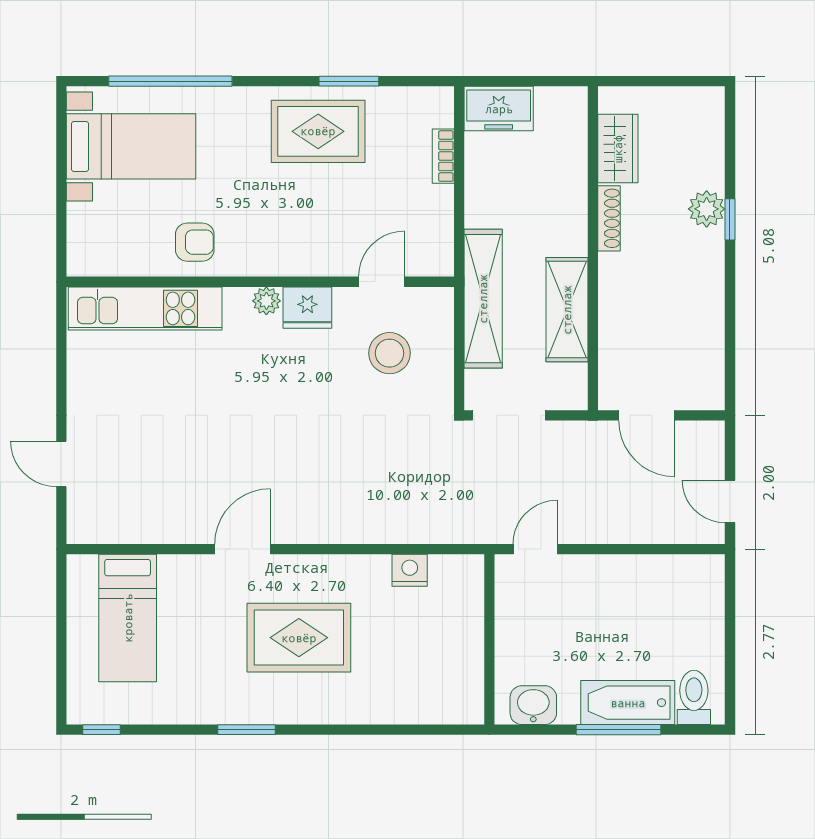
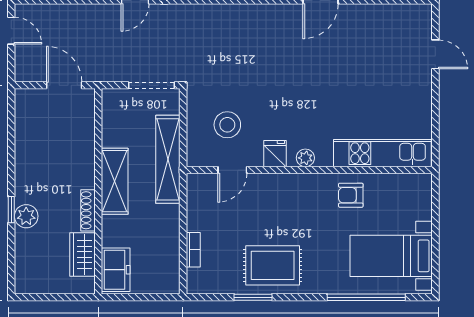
freezer: (499, 109) -> (116, 270), moved, turned 90
fridge: (307, 308) -> (275, 154), width x0.72
shelving: (567, 310) -> (115, 181), moved

